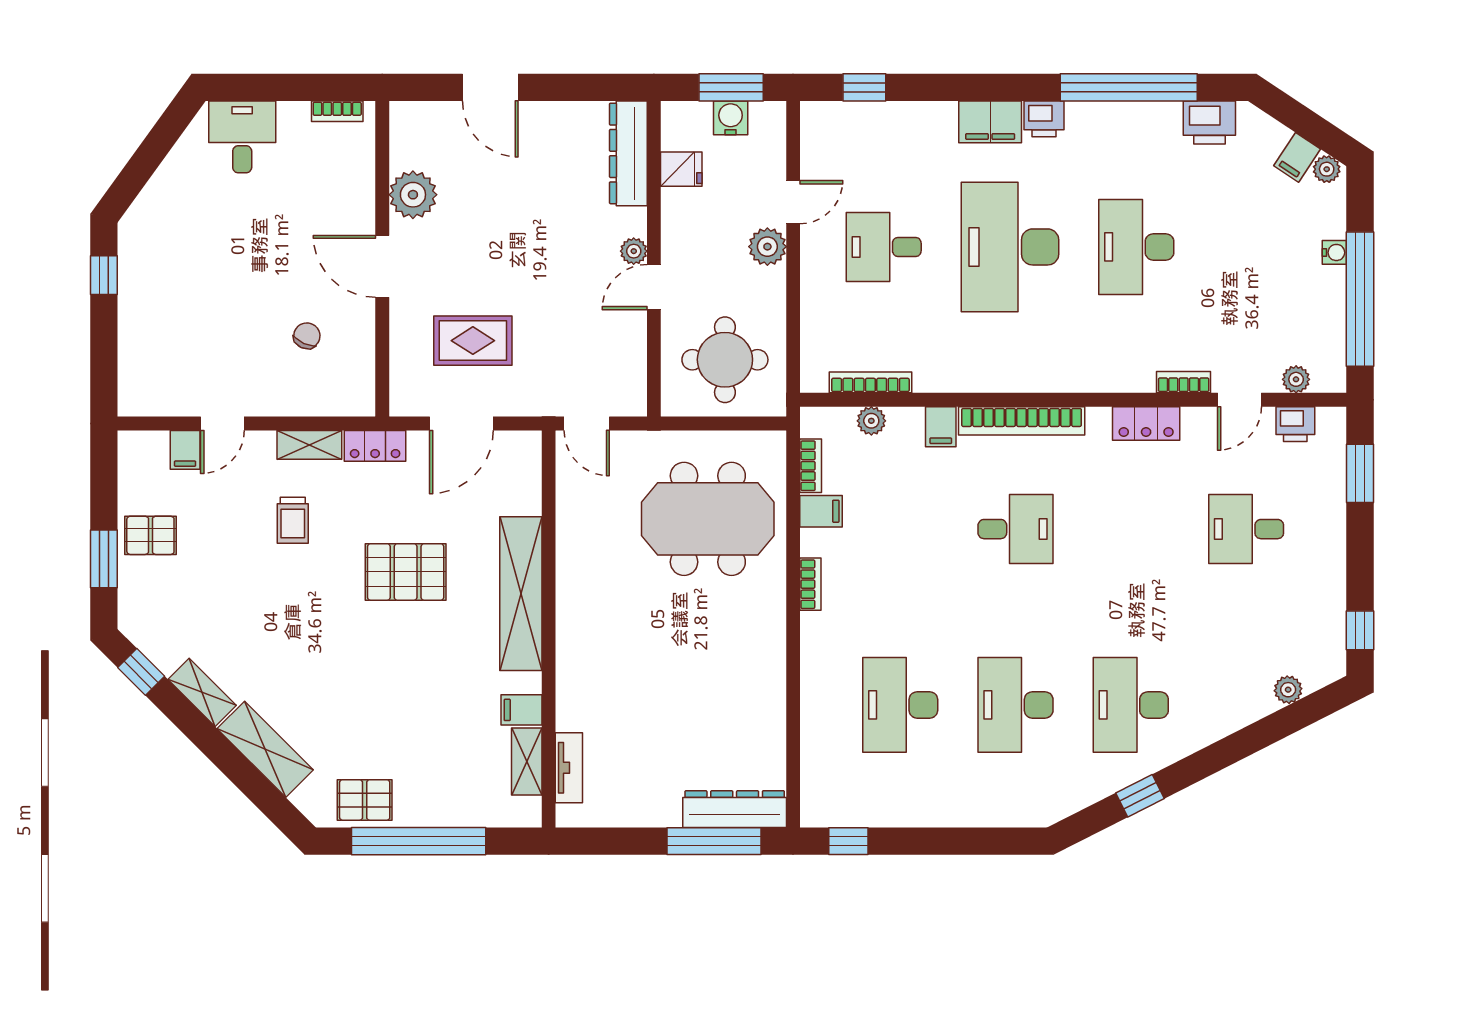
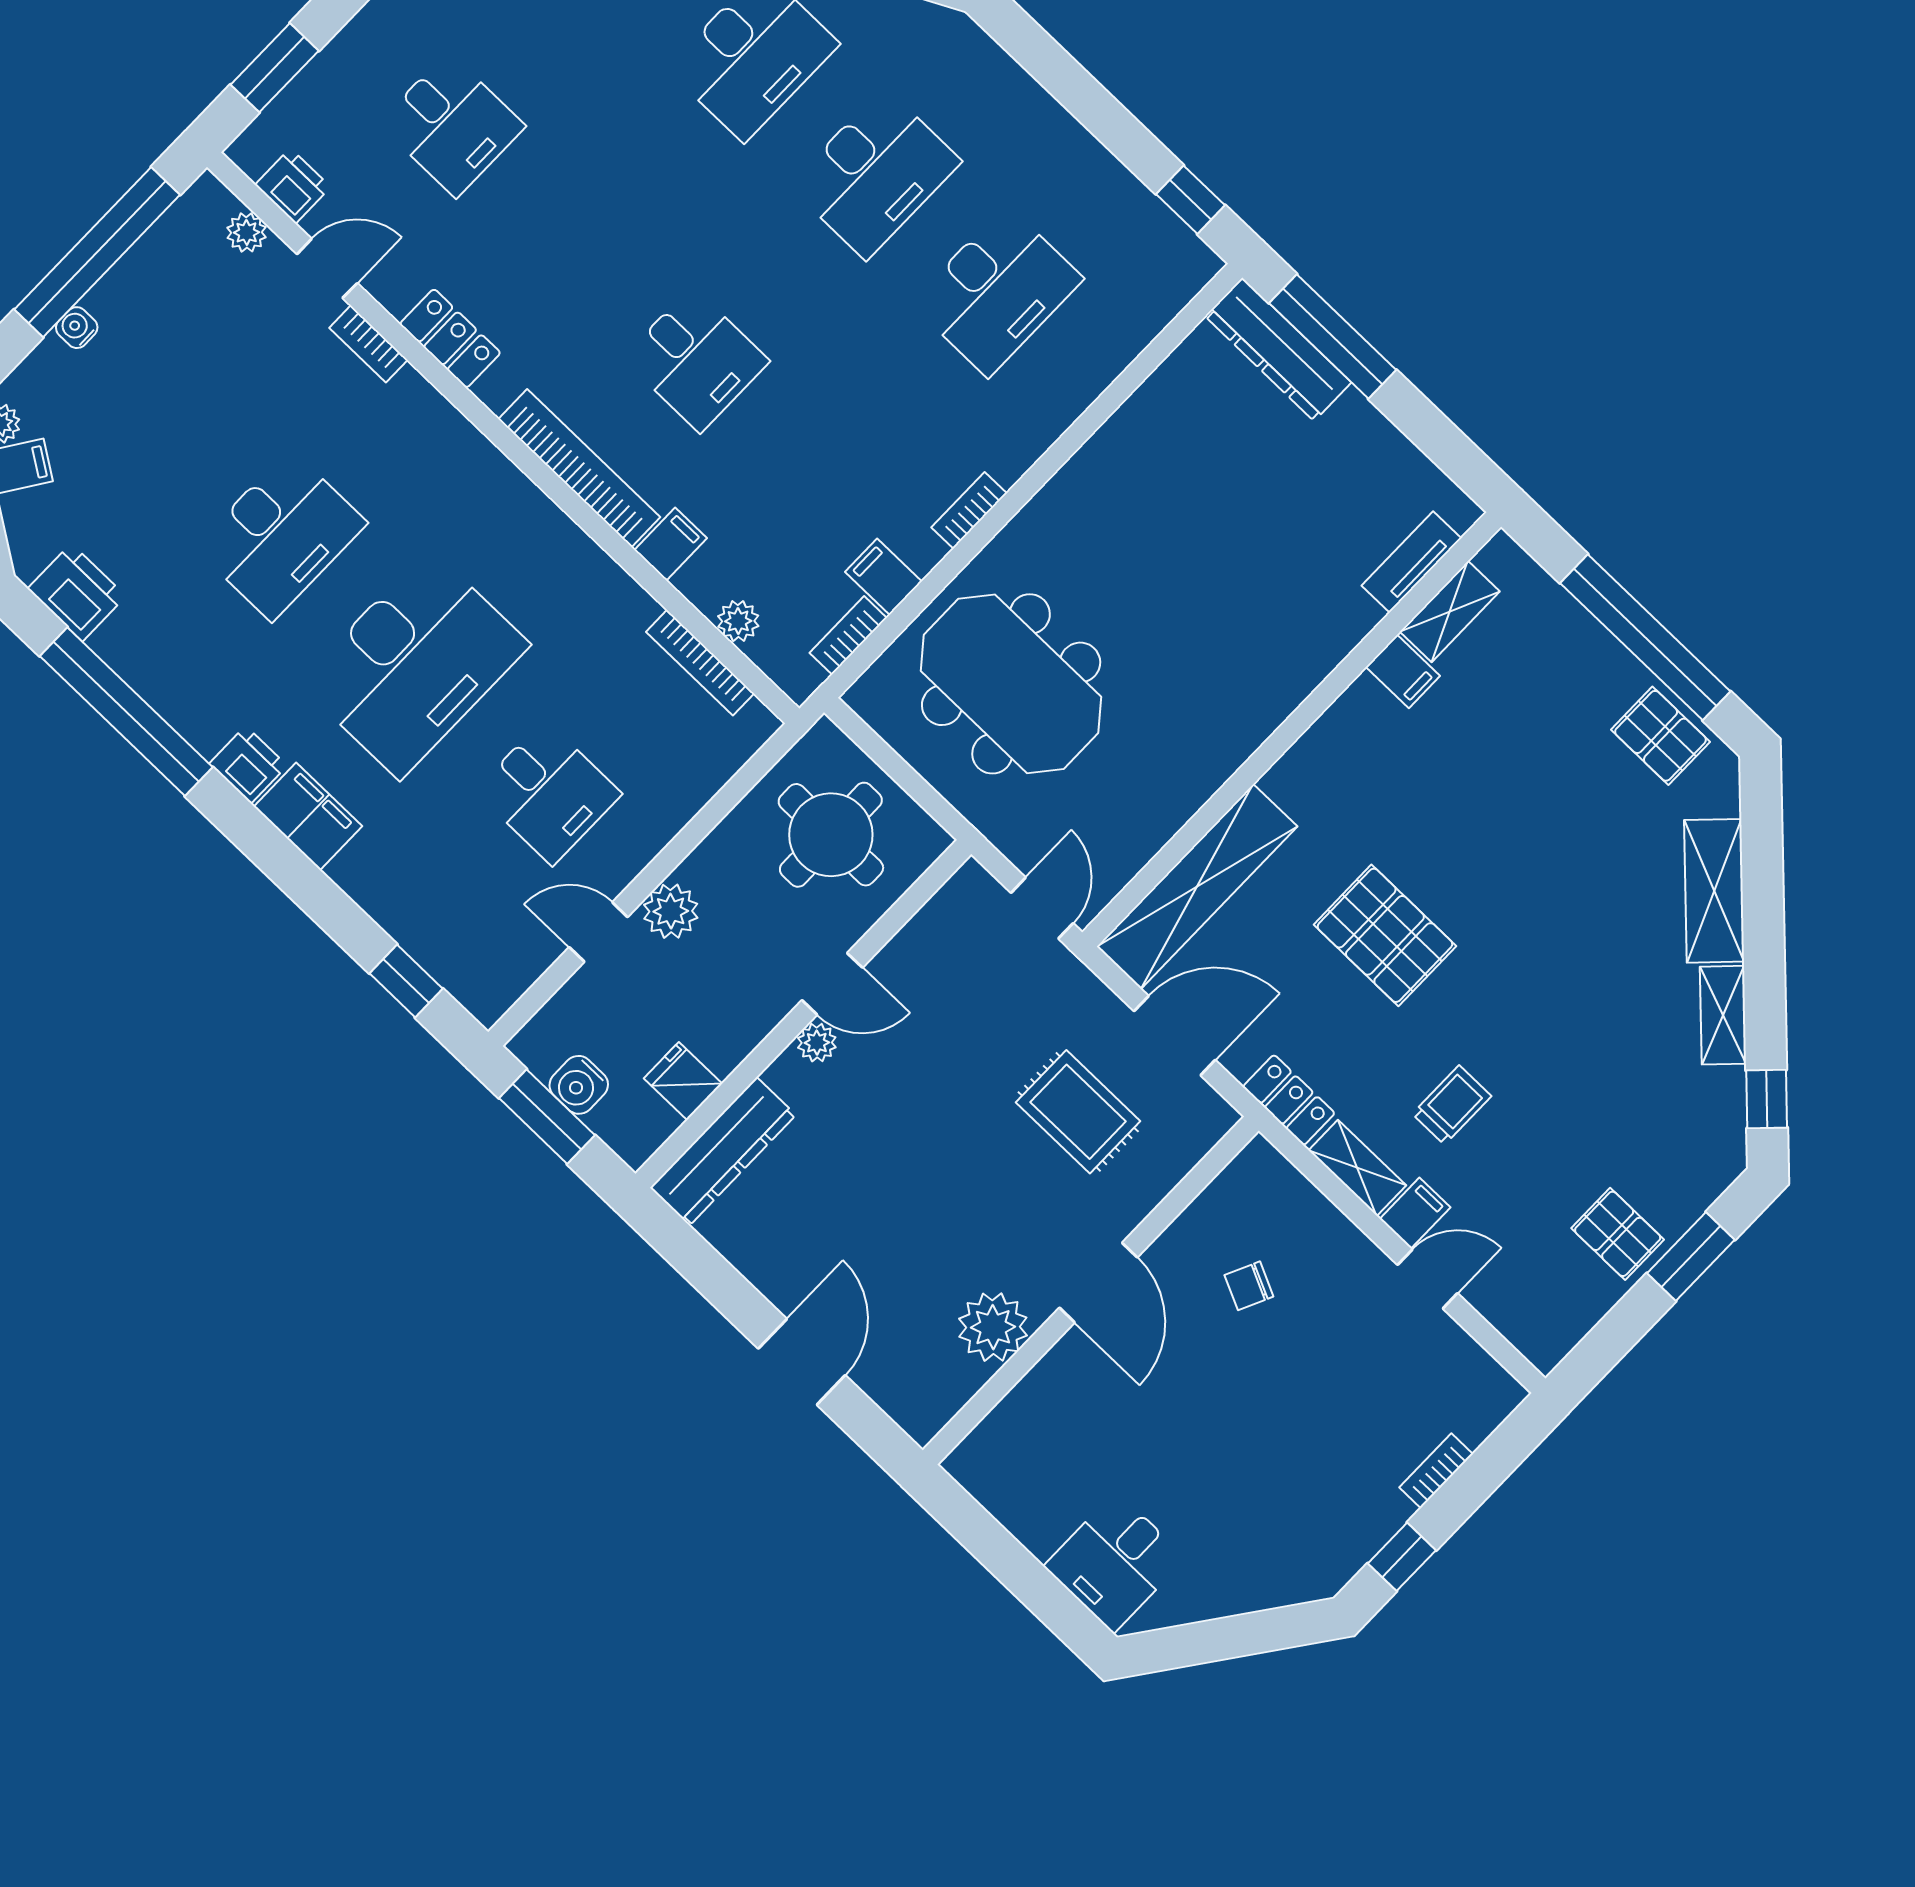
bookcase: (337, 111) -> (1436, 1471), moved, turned -90
filing cabinet: (185, 450) -> (1415, 1213), moved
desk: (1016, 529) -> (696, 360), turned 180
shelving: (521, 594) -> (1197, 887), moved

